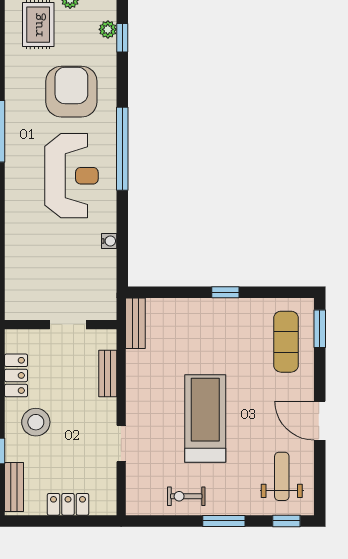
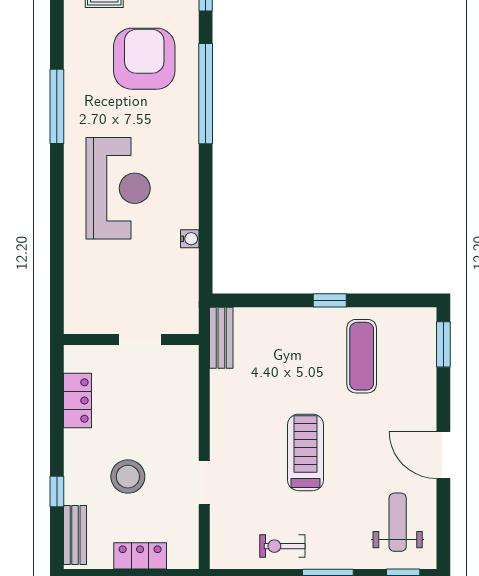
window: (122, 149) -> (206, 94), moved
reception desk: (71, 176) -> (118, 188), moved
exercise mat: (286, 342) -> (362, 356), moved
bench: (108, 373) -> (188, 398), removed
treadmill: (205, 418) -> (306, 452), width x0.73, depth x0.73
stool: (36, 422) -> (128, 477), moved

